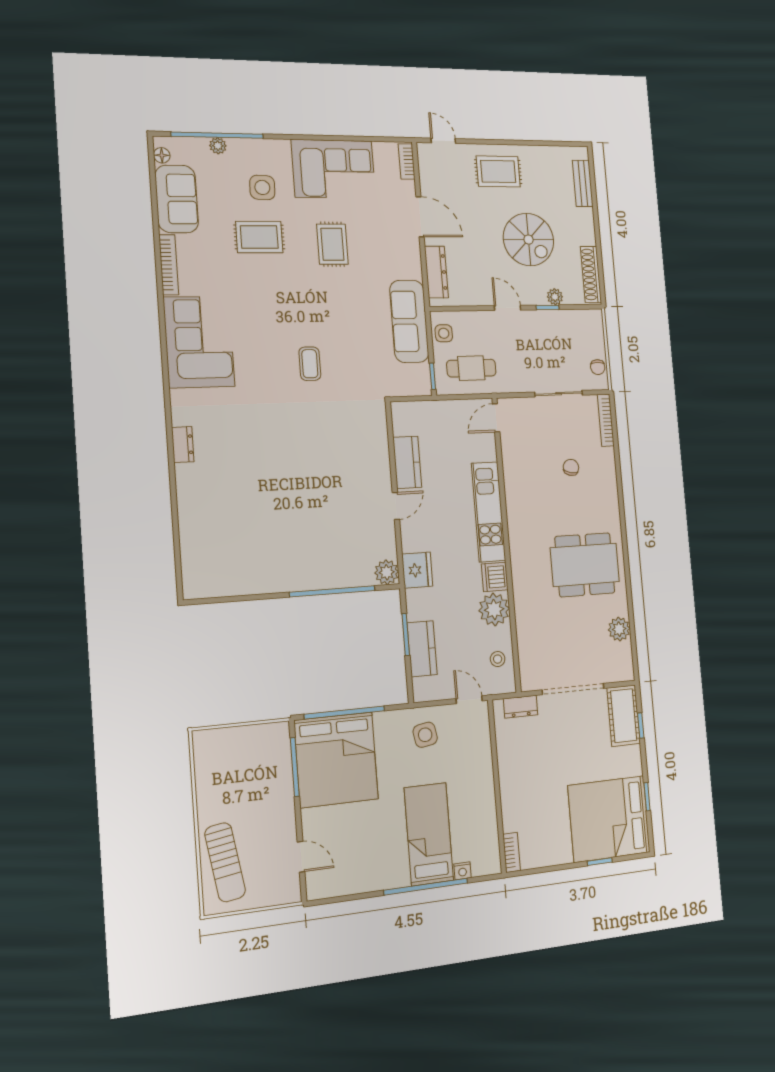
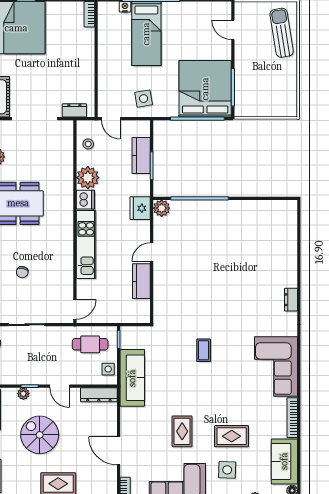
dresser: (436, 272) -> (99, 395), moved, turned -90

